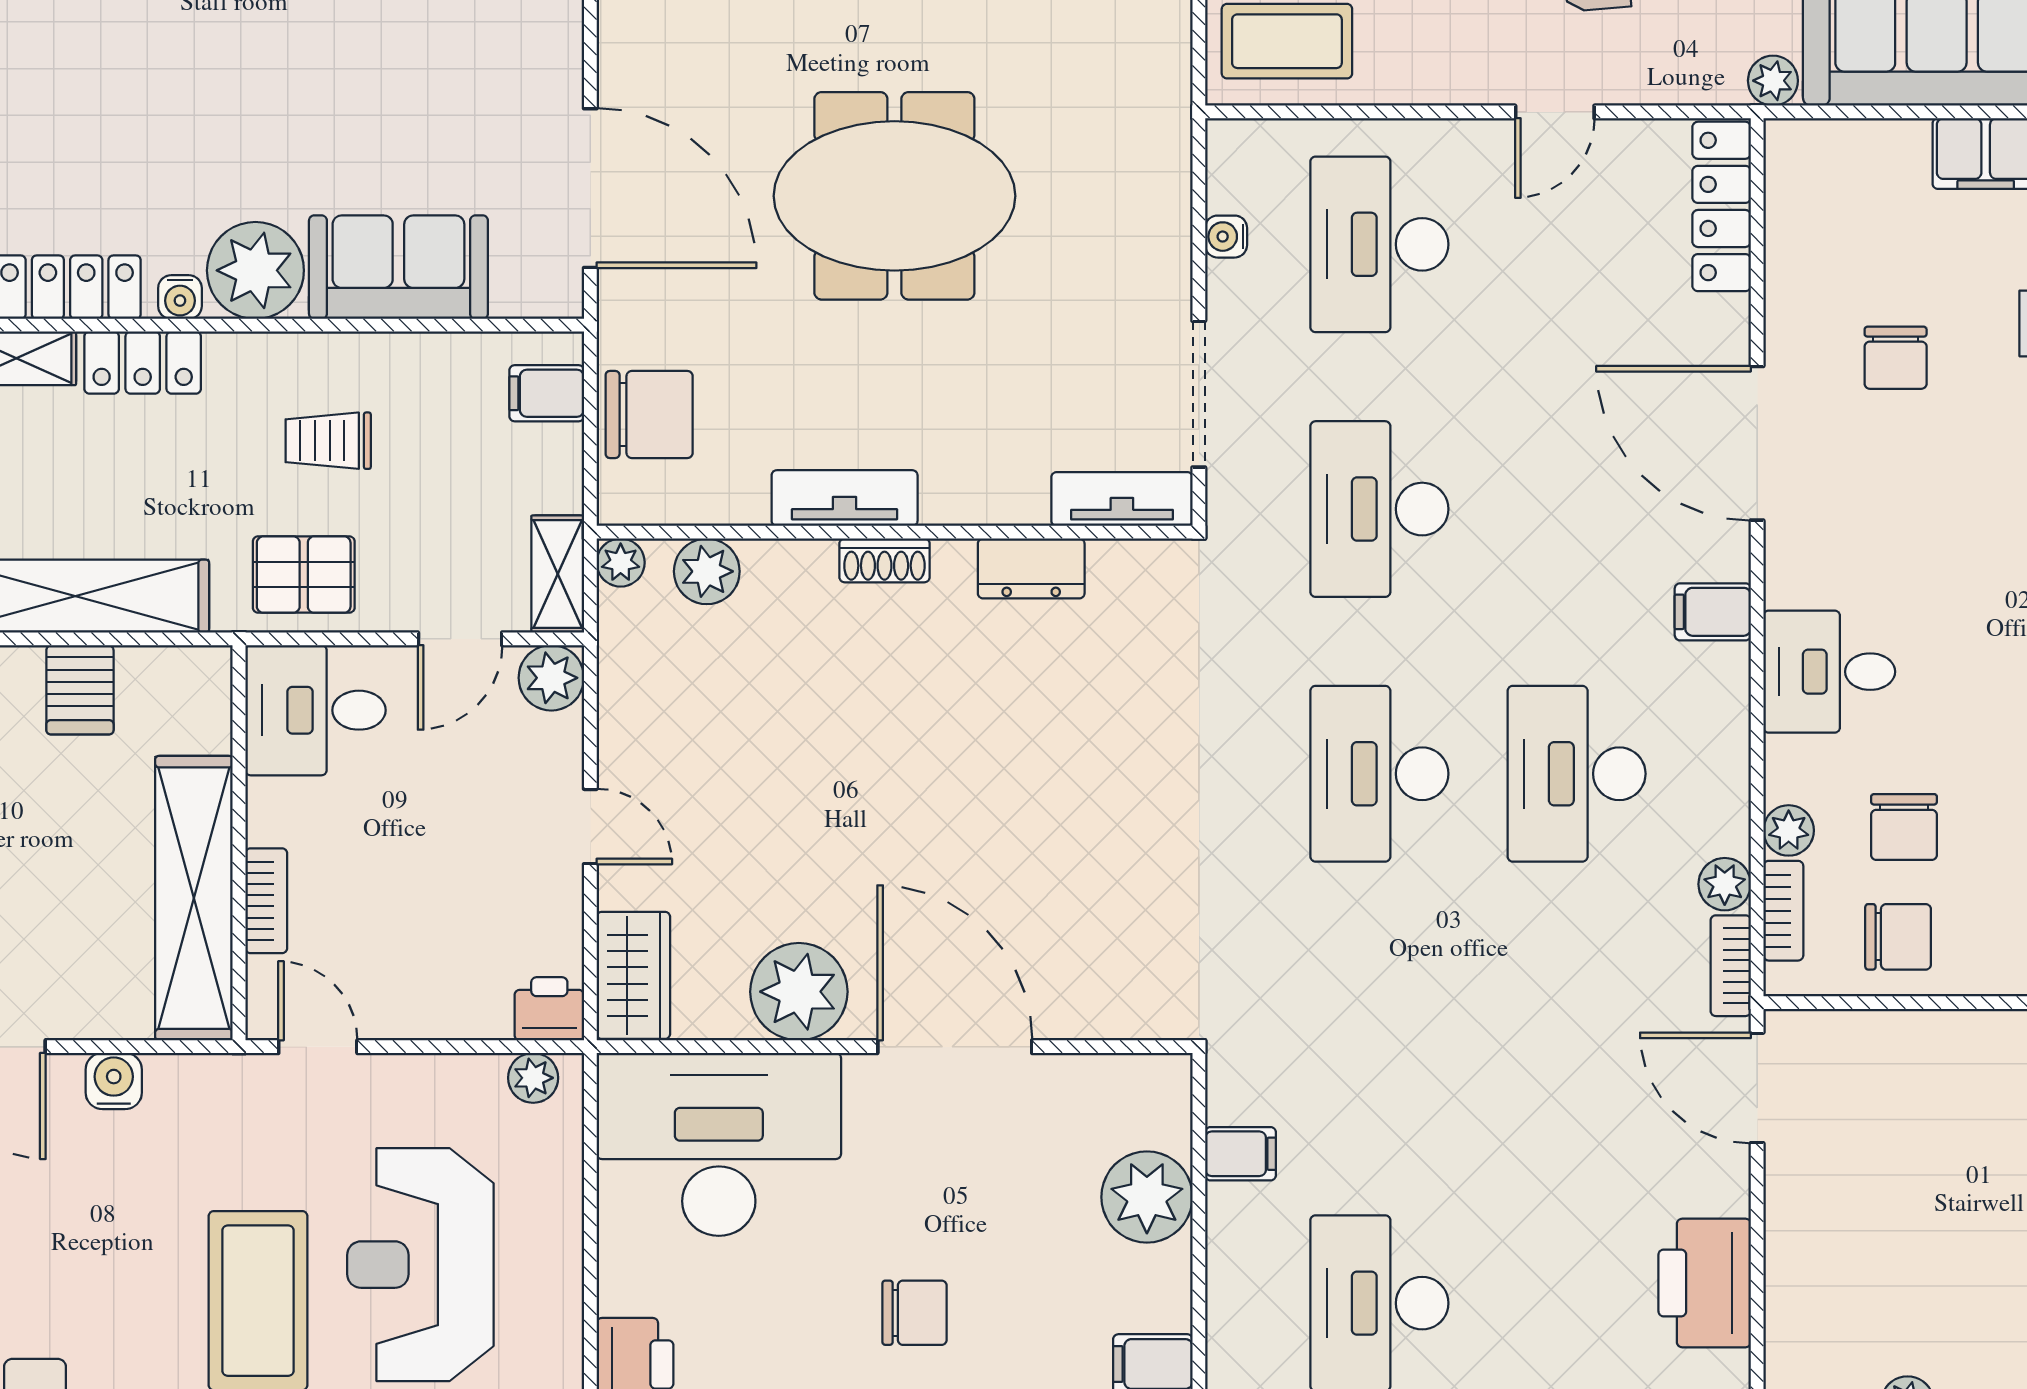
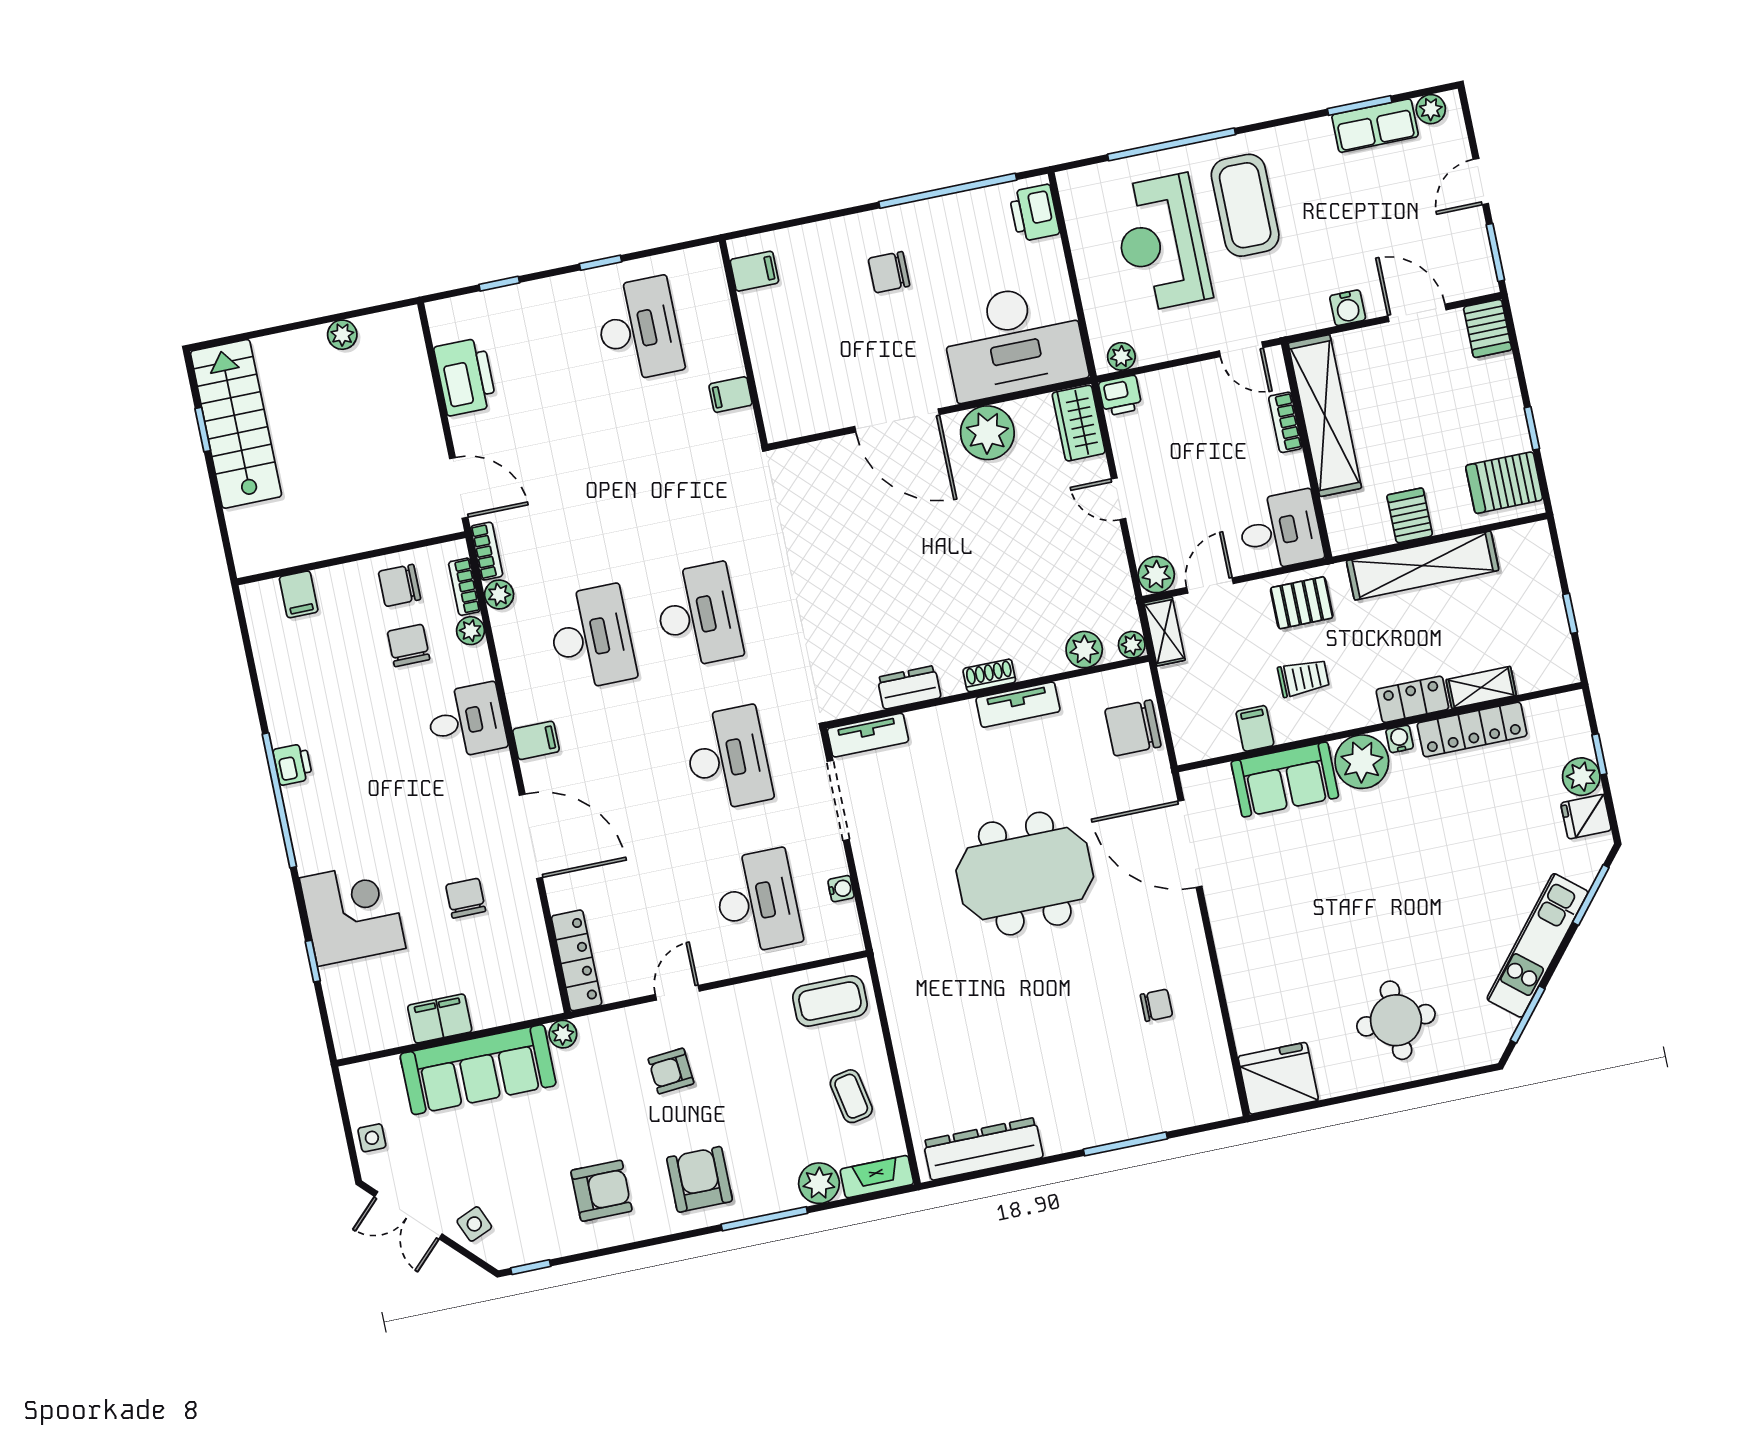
filing cabinet: (547, 393) -> (1255, 728), moved, turned -90
plant: (1147, 1197) -> (776, 361), removed
reception desk: (420, 1265) -> (1161, 243), turned 180

